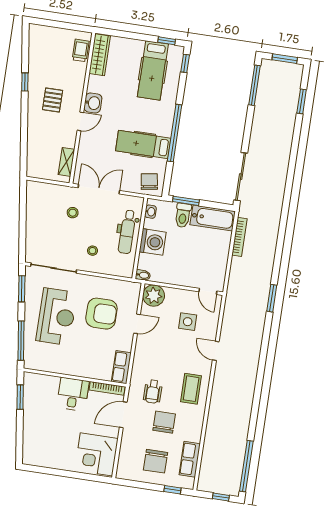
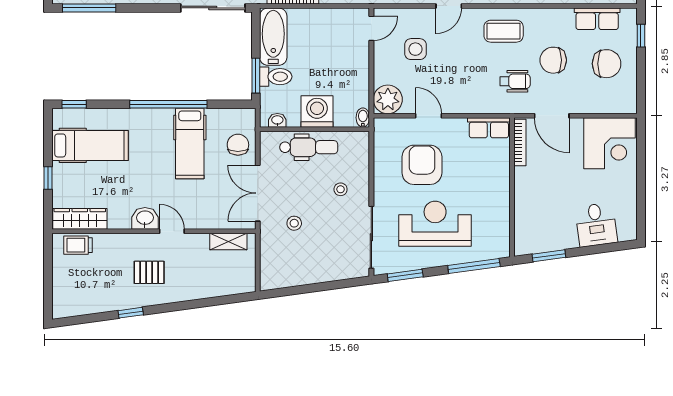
window: (167, 41) -> (48, 178), moved
chair: (149, 182) -> (238, 145), moved, turned 99
desk: (73, 394) -> (596, 225), moved, turned -98

